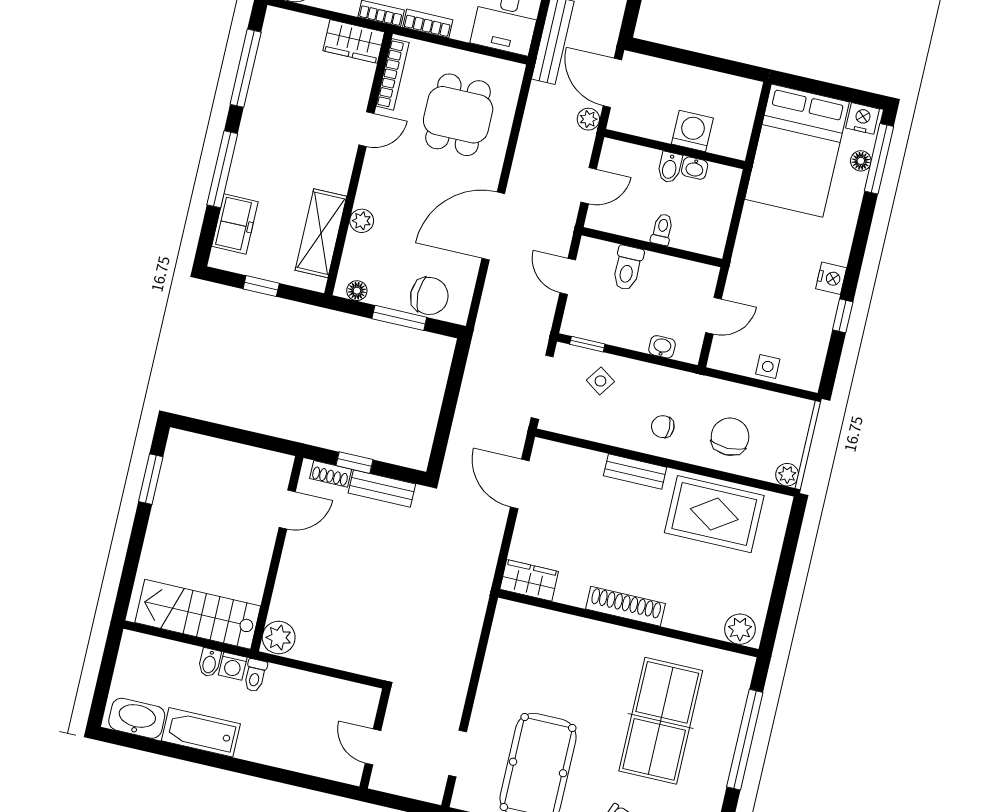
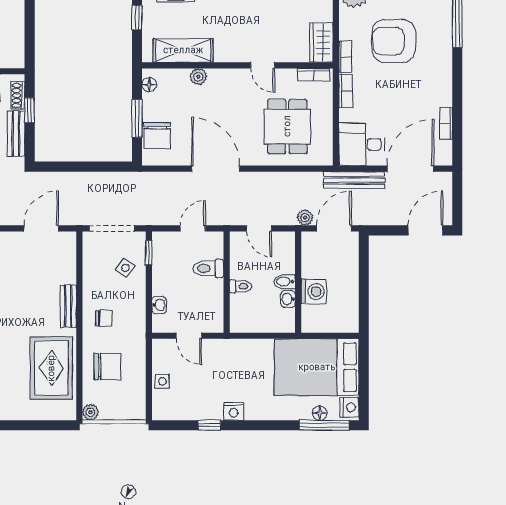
bookcase: (393, 74) -> (314, 75), width x0.64
dining table: (458, 115) -> (287, 126), turned 90
chair: (663, 427) -> (104, 318), turned 90

